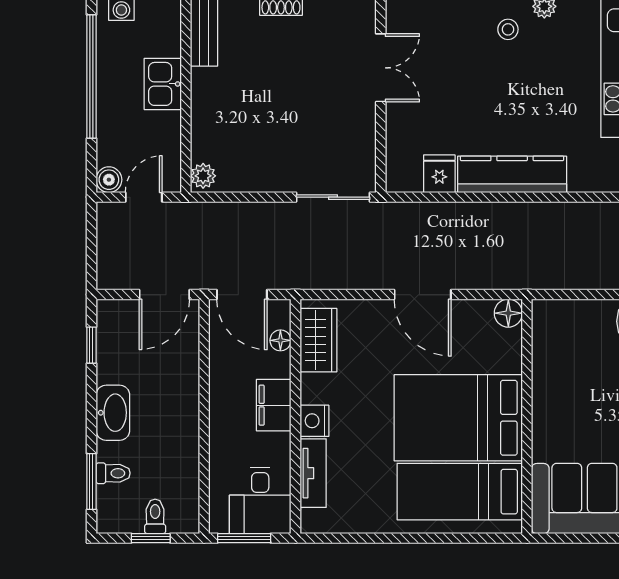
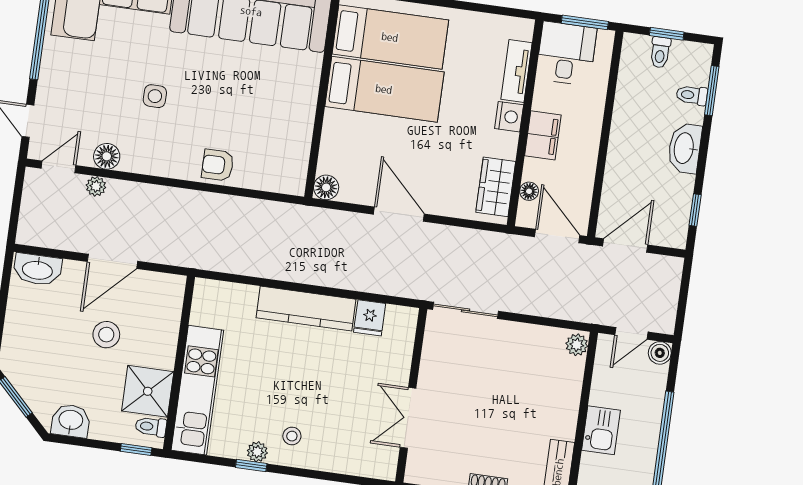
bed: (458, 418) -> (384, 89), width x0.67

